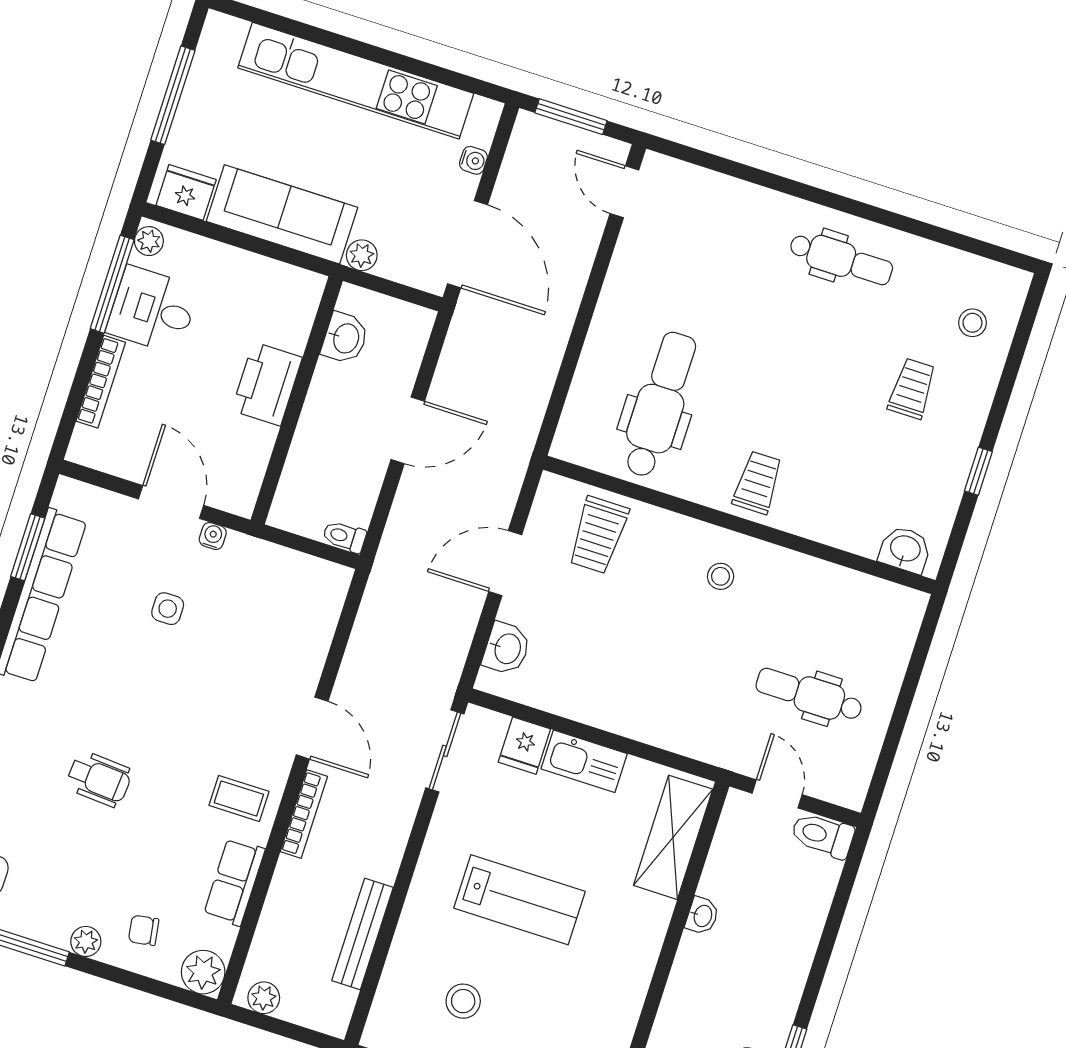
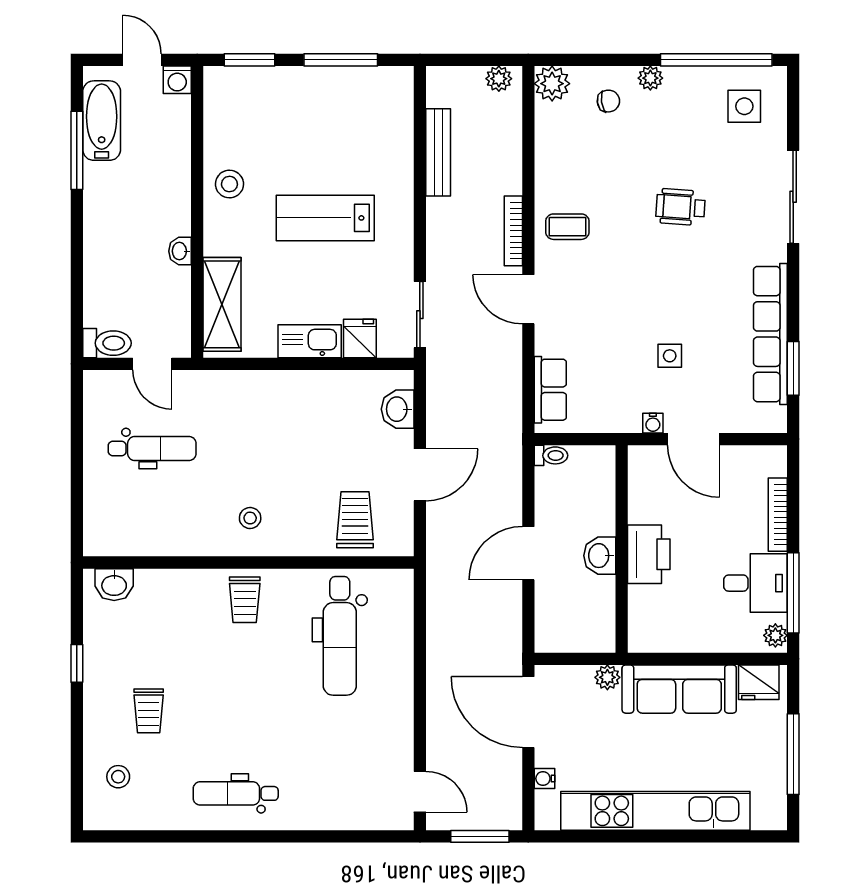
washbasin: (345, 338) -> (600, 556), moved
row of seats: (234, 882) -> (550, 390), moved
stool: (463, 1001) -> (229, 184), moved

